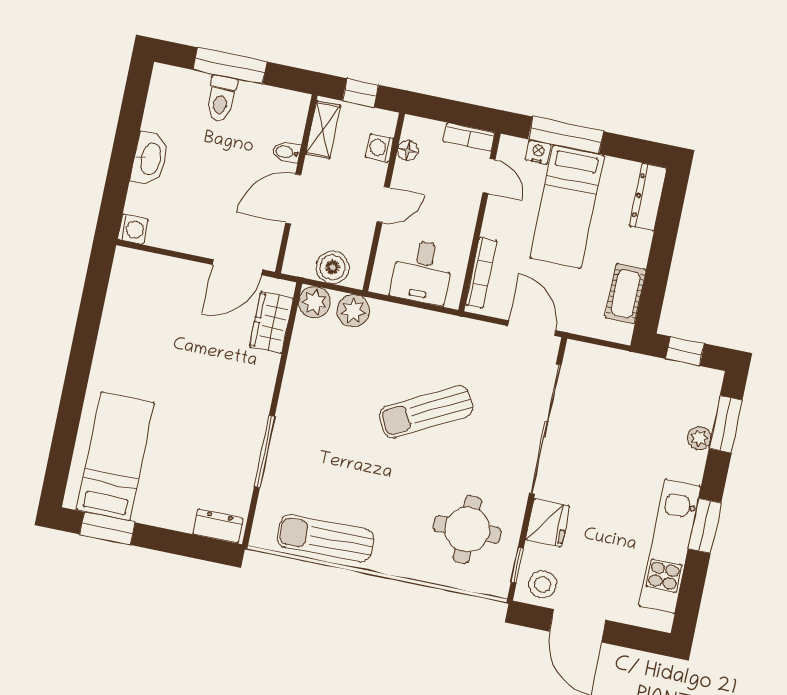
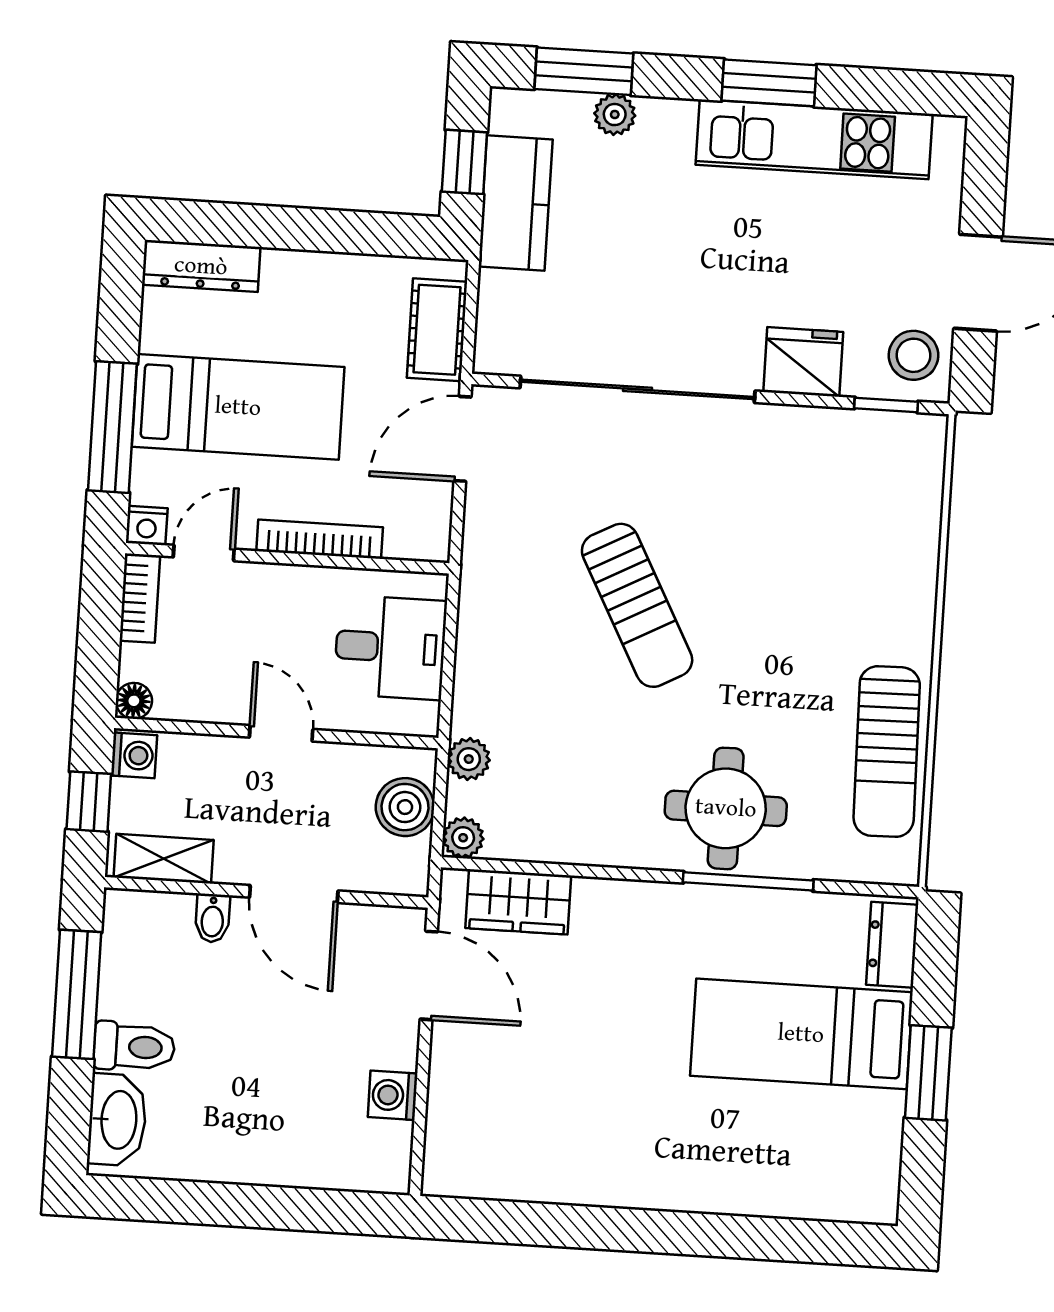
window: (230, 66) -> (77, 994), moved
washing machine: (380, 148) -> (134, 755), moved, turned -90
floor lamp: (408, 151) -> (134, 701), moved
nightstand: (538, 152) -> (147, 526), moved, turned -90
washbasin: (150, 159) -> (117, 1120), moved, turned 90
washing machine: (133, 229) -> (393, 1095), moved, turned -90
bookcase: (481, 273) -> (320, 539), moved
cot: (626, 294) -> (437, 330), moved, turned 90
plant: (314, 302) -> (463, 838), width x0.73, depth x0.73
plant: (353, 311) -> (469, 759), width x0.73, depth x0.73
kitchen counter: (658, 376) -> (516, 203), added
bed: (115, 456) -> (801, 1034), moved
window: (107, 528) -> (928, 1073), moved
round table: (467, 529) -> (726, 808), moved

